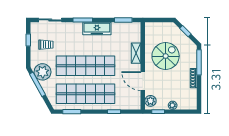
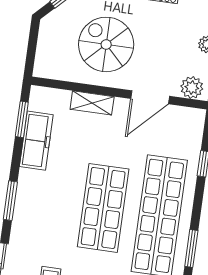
freezer: (97, 29) -> (36, 141), moved
shop shelf: (86, 66) -> (103, 208), width x0.71

